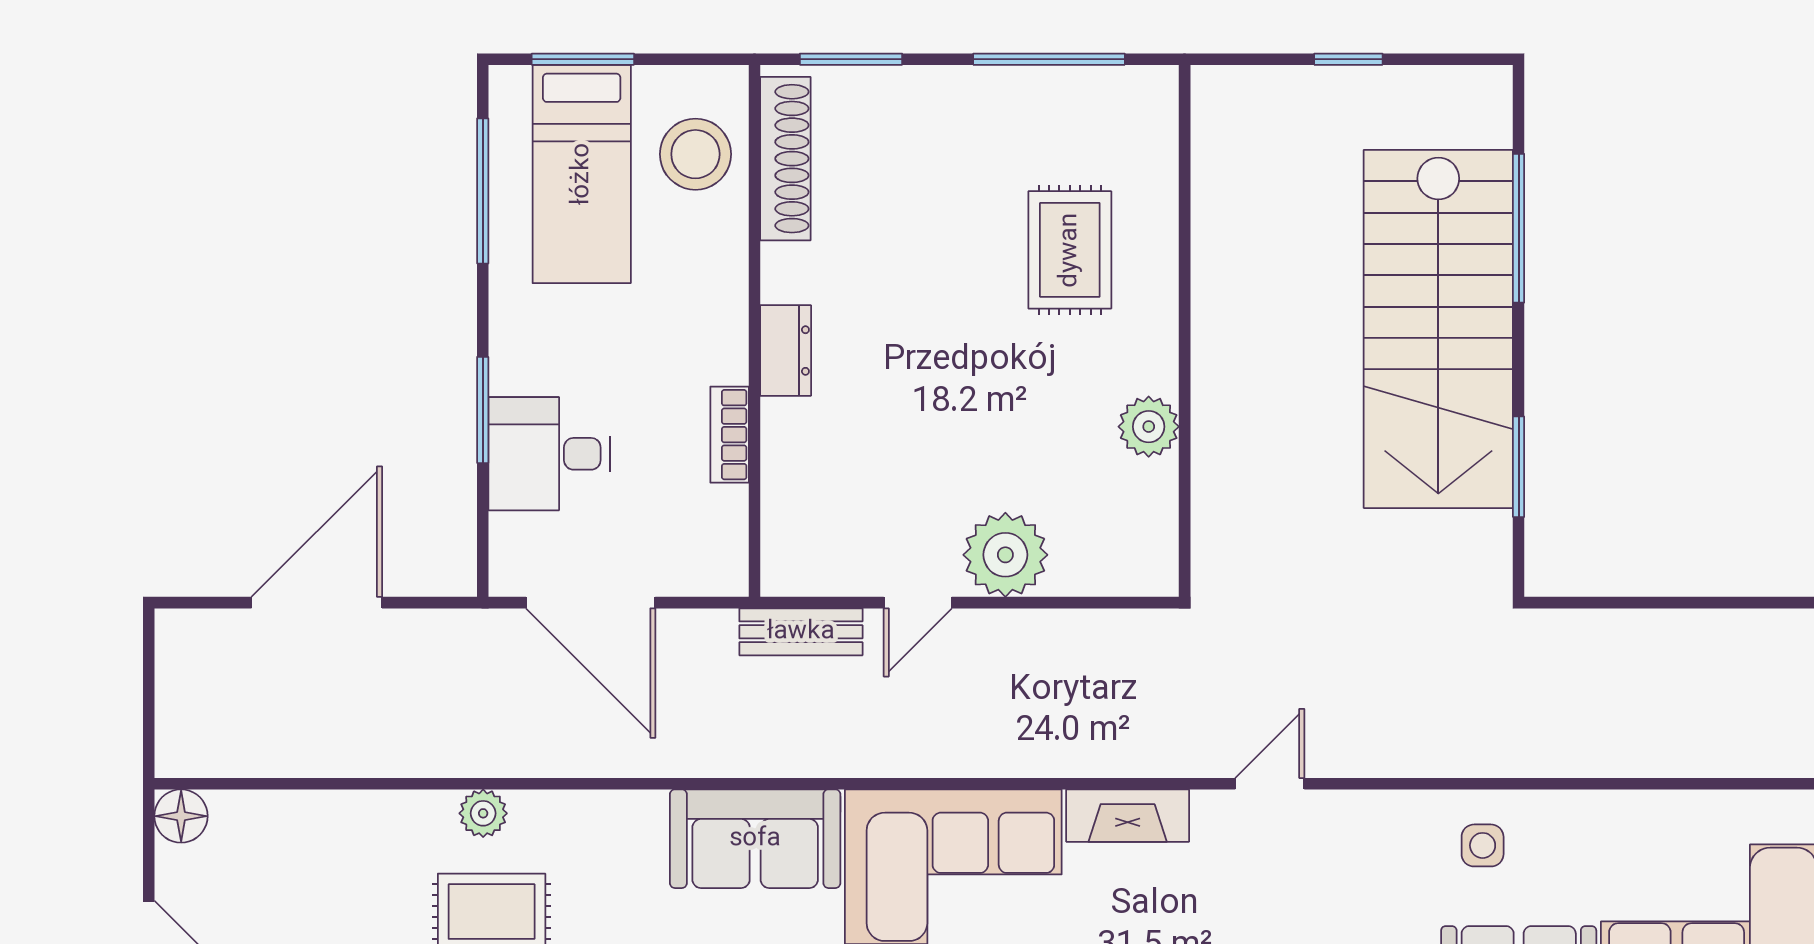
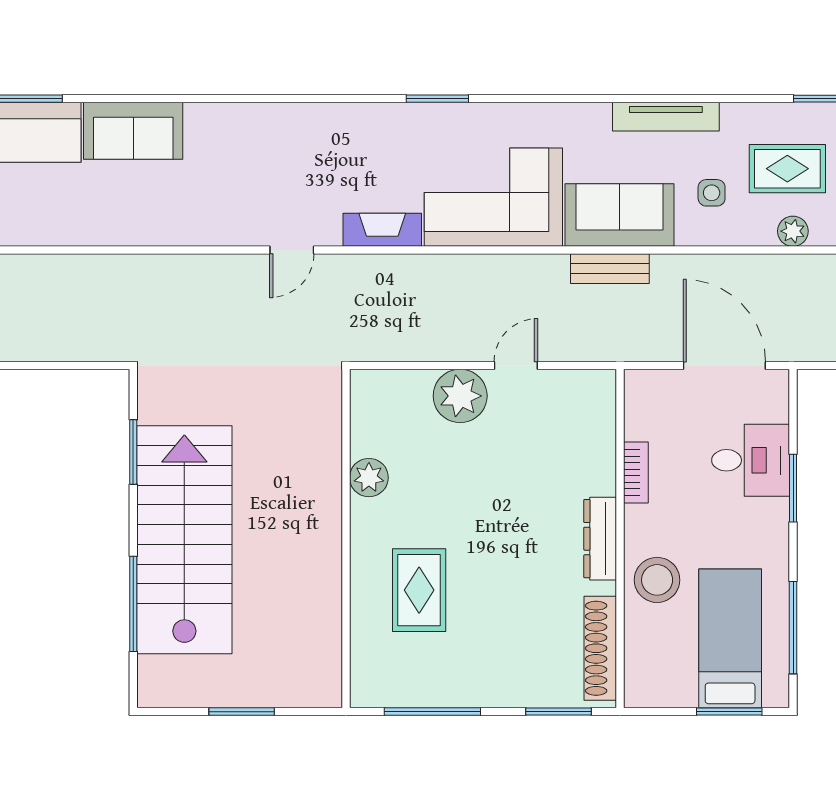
window: (1348, 59) -> (242, 712), width x1.50
stool: (695, 154) -> (657, 580), moved
dresser: (786, 351) -> (600, 539), width x1.44
bench: (801, 632) -> (610, 269), moved
side table: (1483, 845) -> (712, 193), moved

